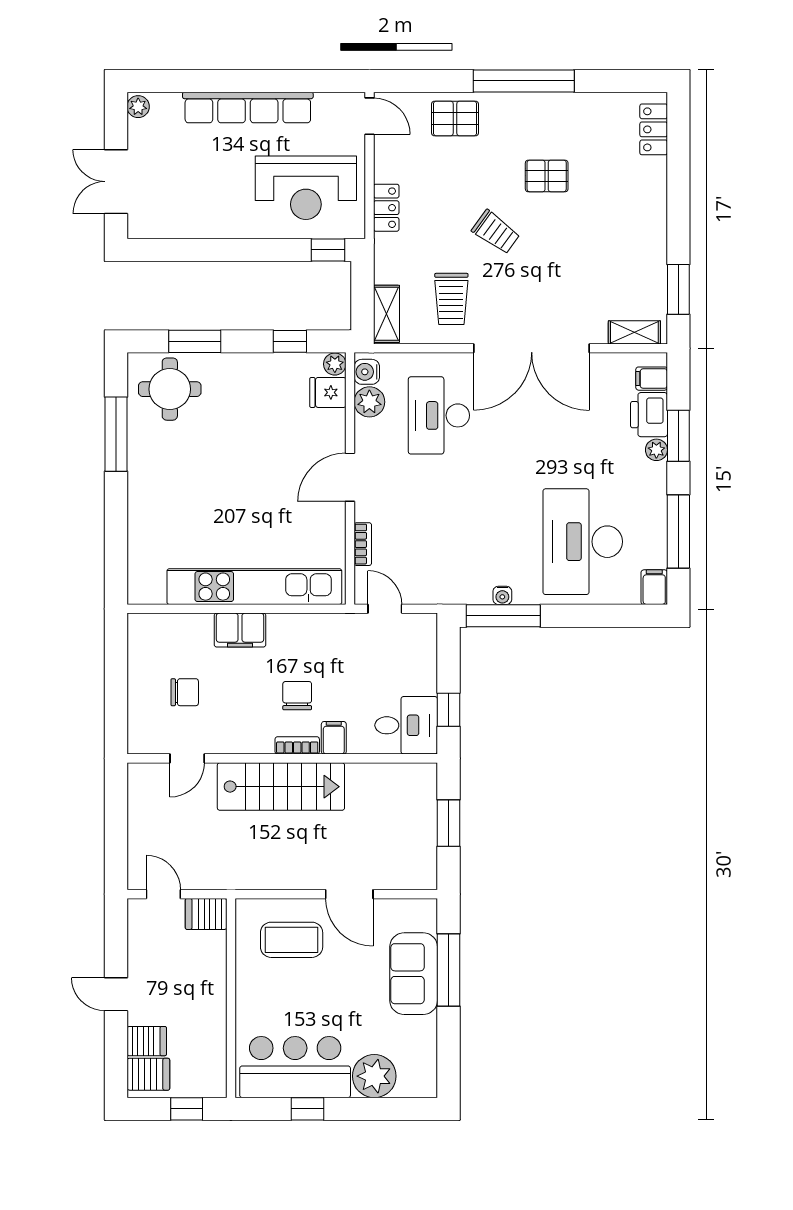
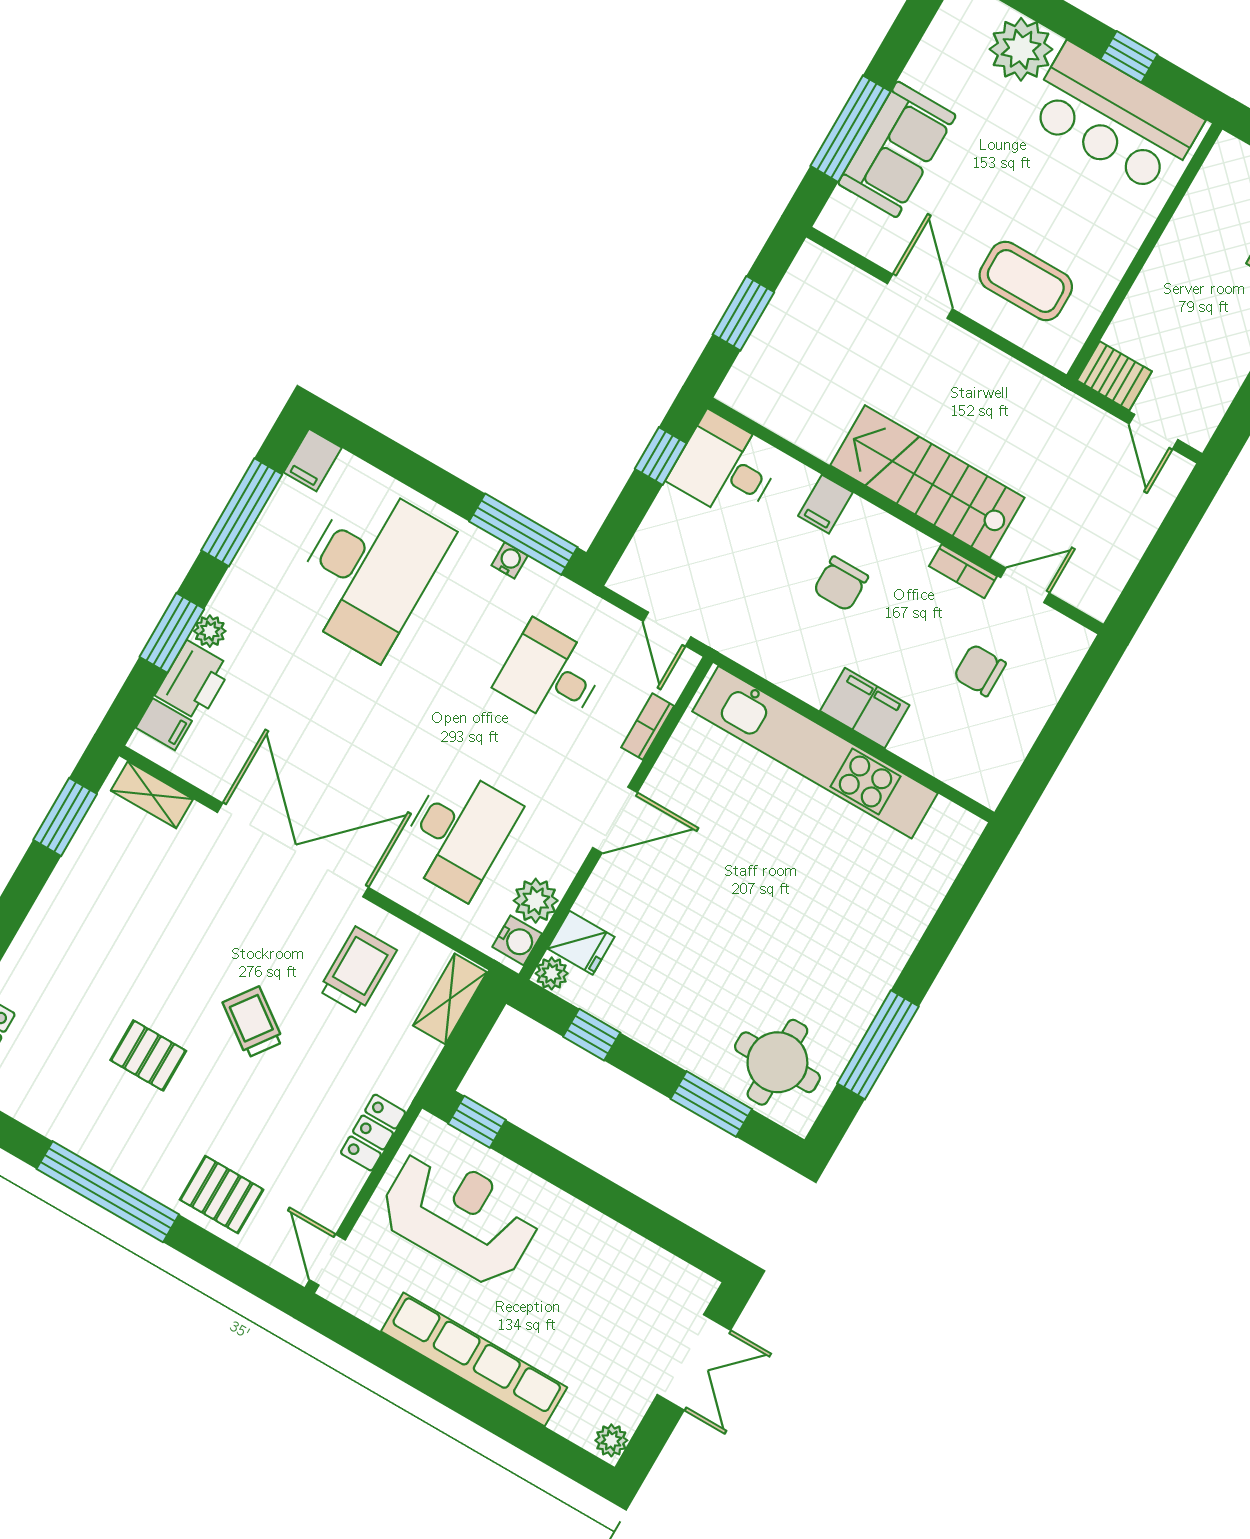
desk: (439, 542) -> (550, 674), added
bookcase: (297, 745) -> (963, 571), moved

